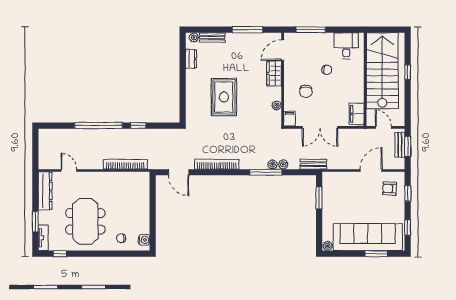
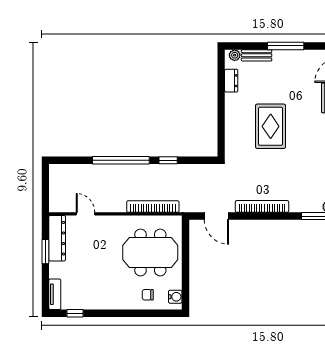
window: (248, 30) -> (286, 46), moved
meeting table: (85, 221) -> (150, 253), moved, turned 90
window: (35, 222) -> (45, 252), moved

